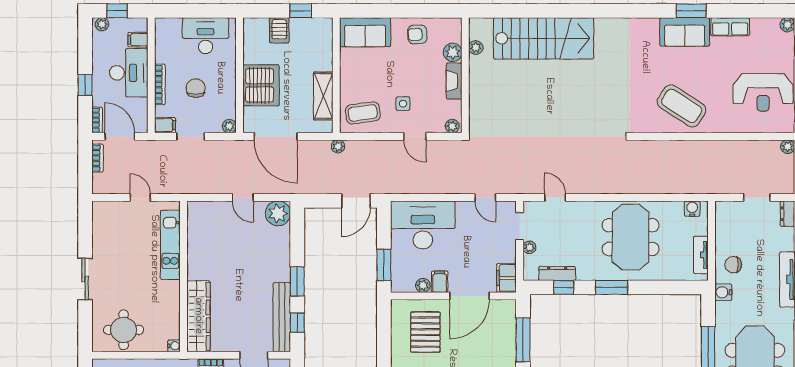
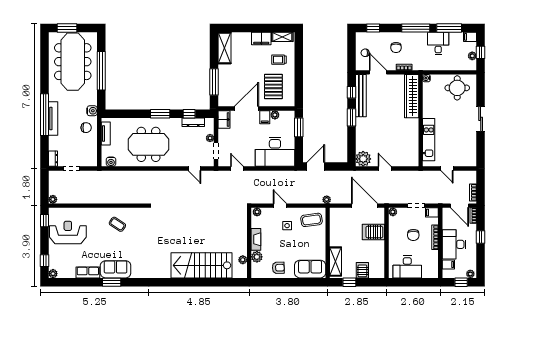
server rack: (261, 85) -> (373, 232), width x0.62
shelving: (323, 96) -> (336, 262), moved
coffee table: (682, 106) -> (117, 224), width x0.54, depth x0.58
meeting table: (631, 237) -> (149, 144), turned 90

